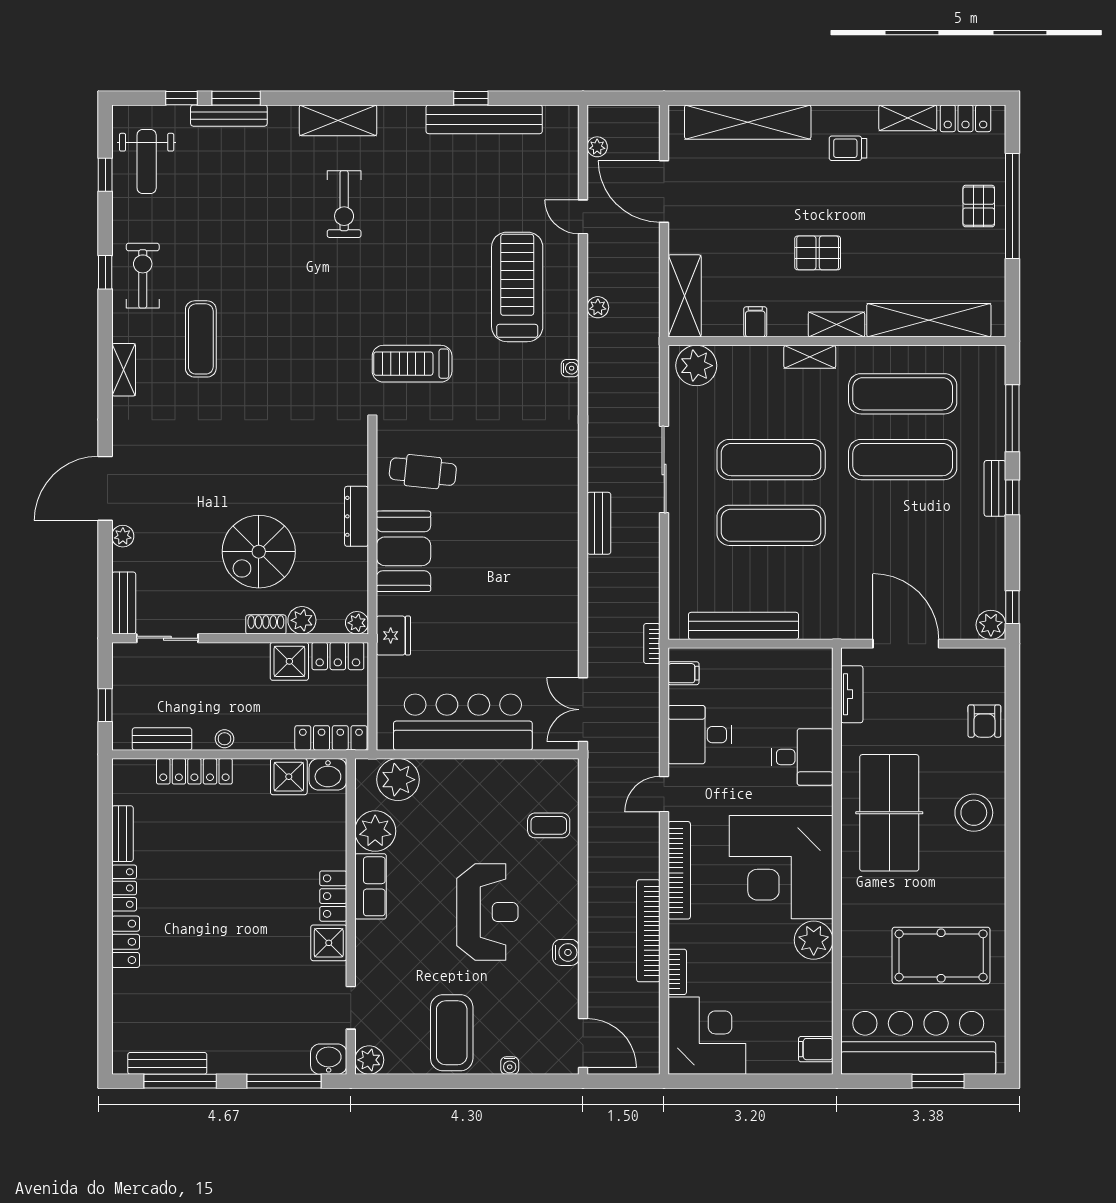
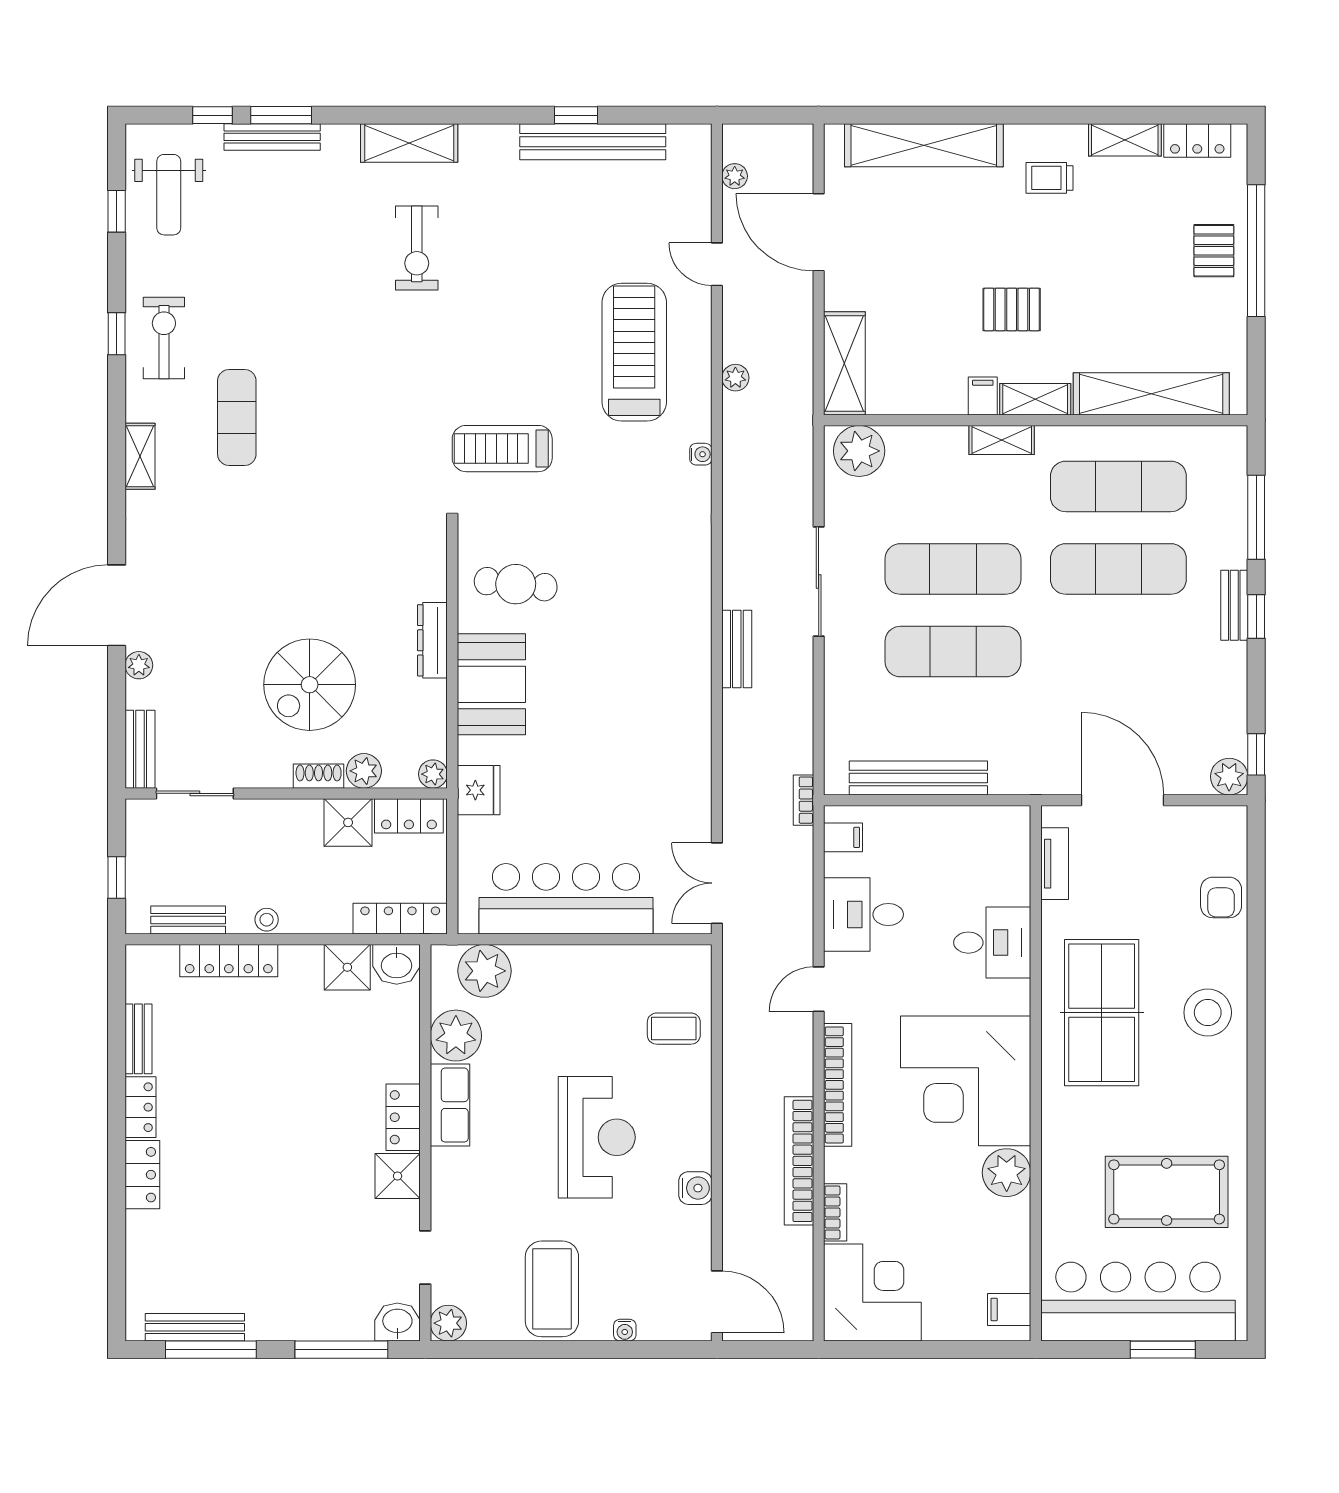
filing cabinet: (755, 322) -> (983, 396), moved

